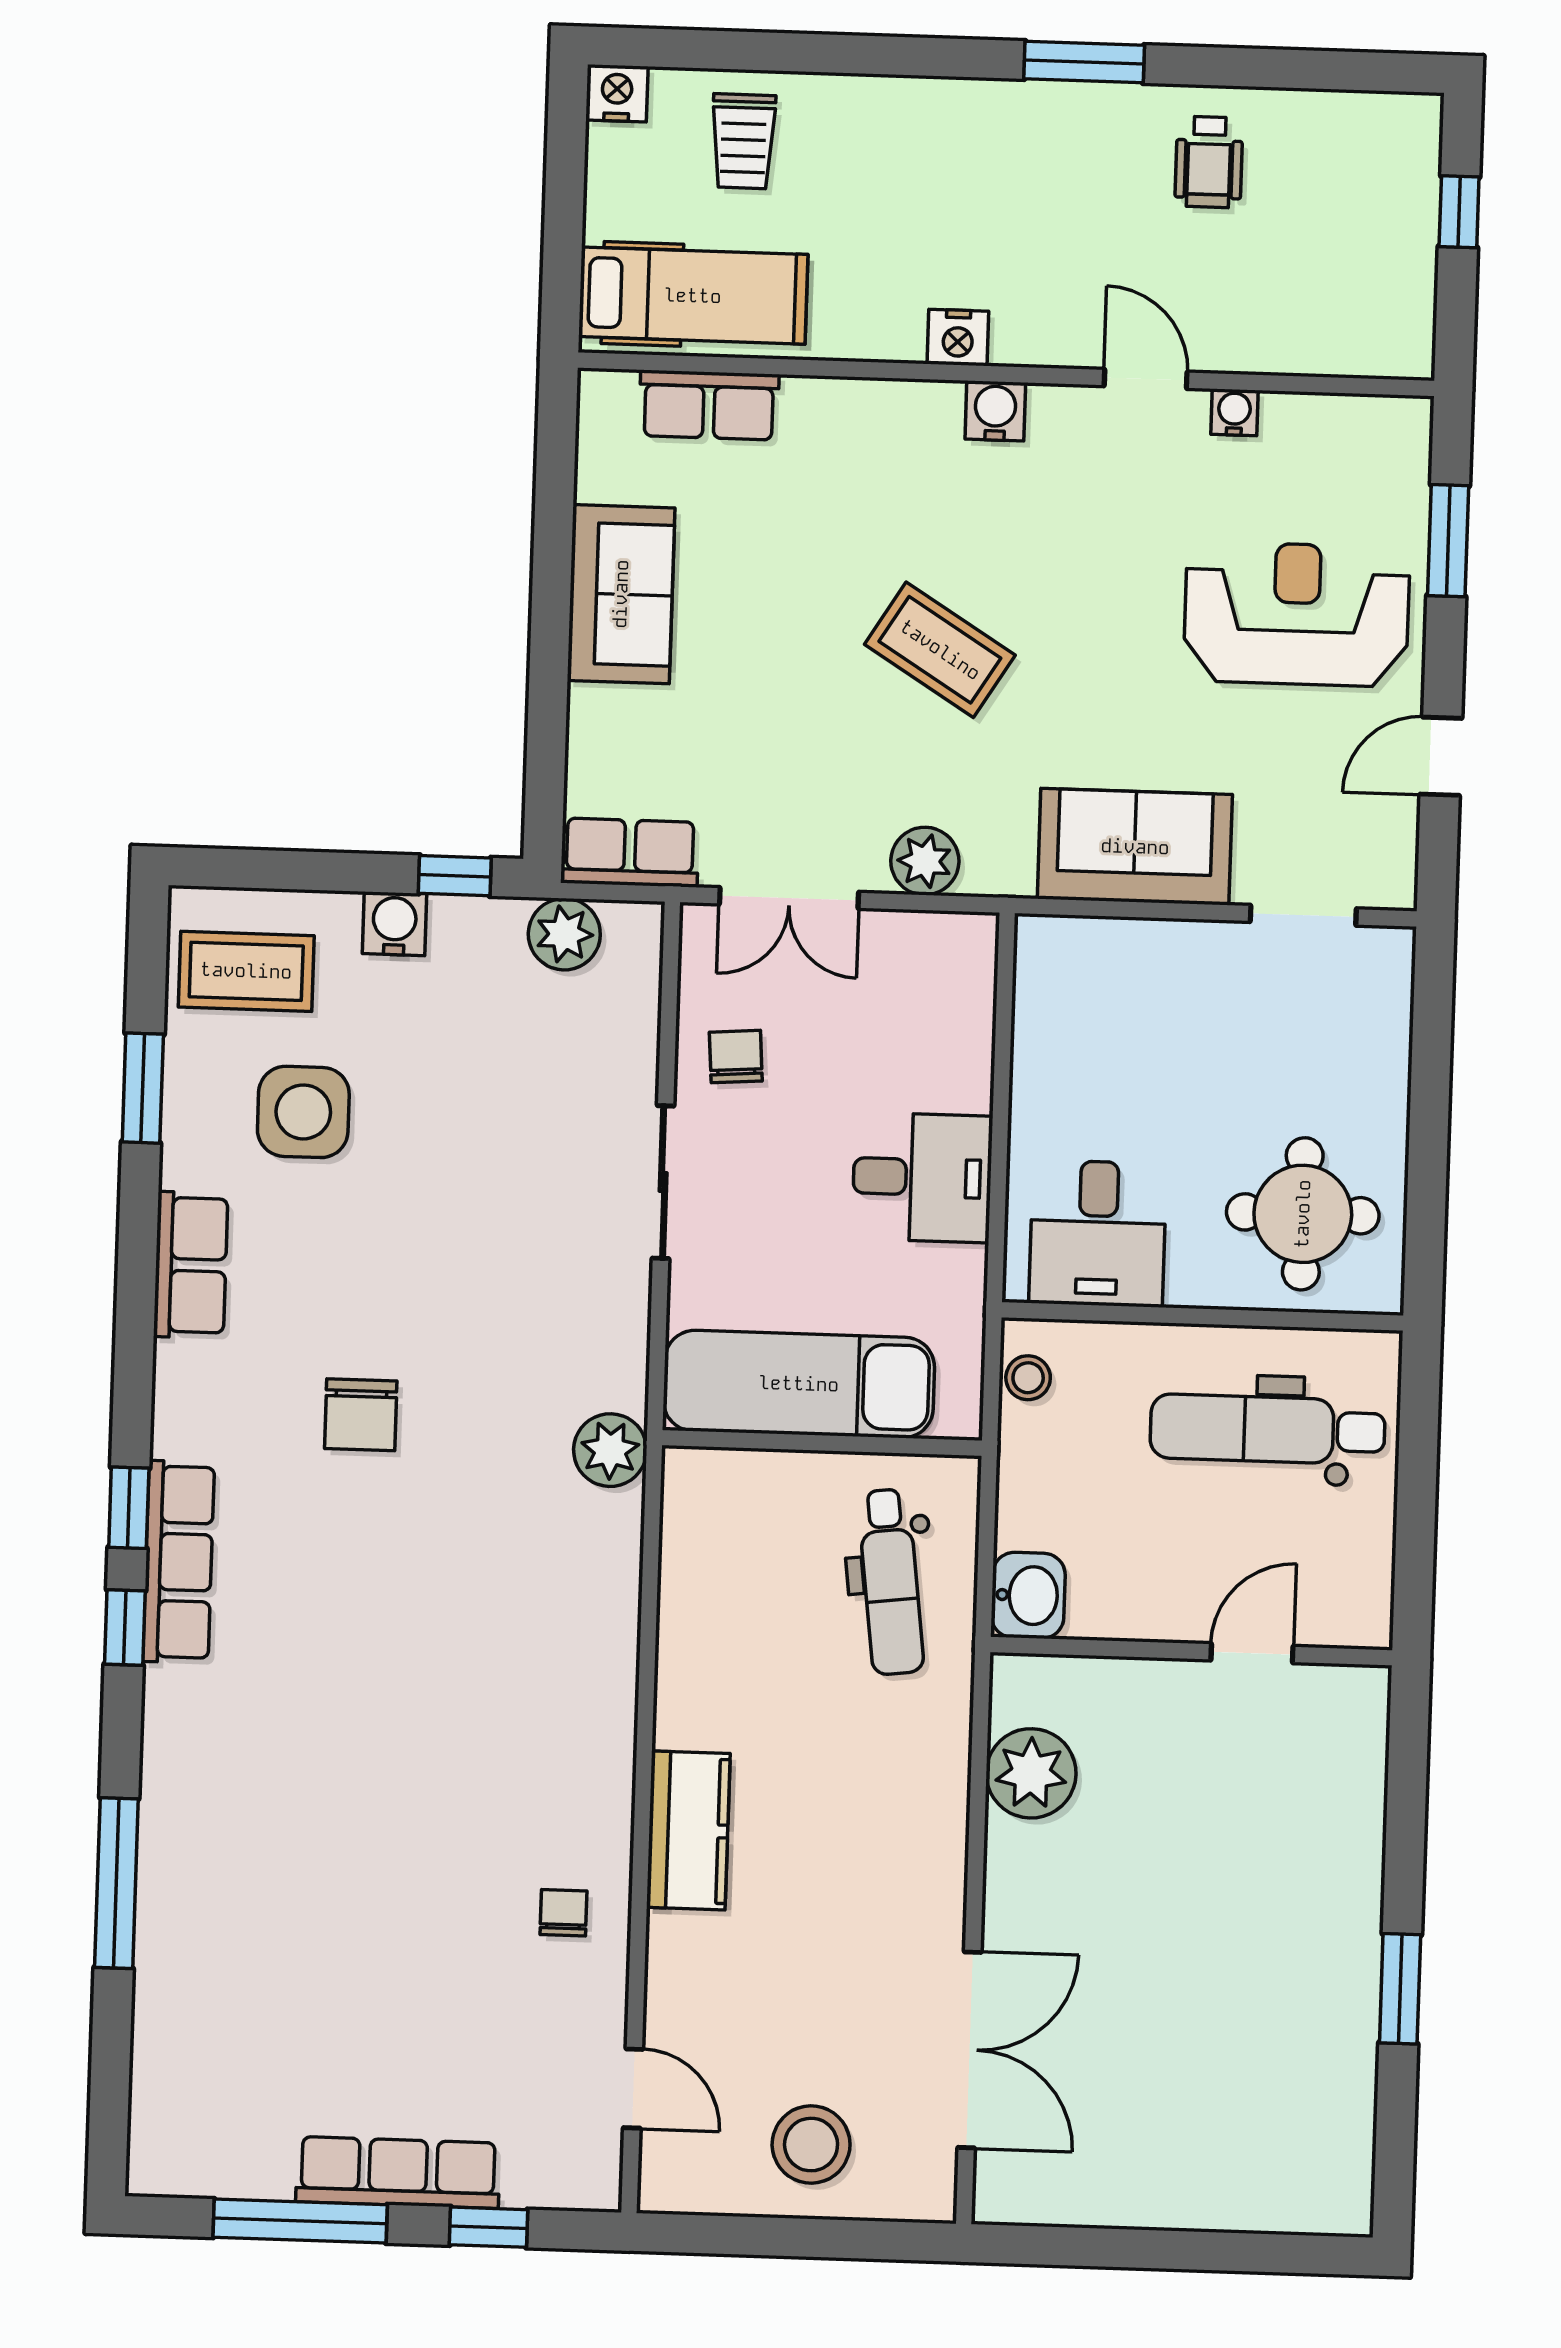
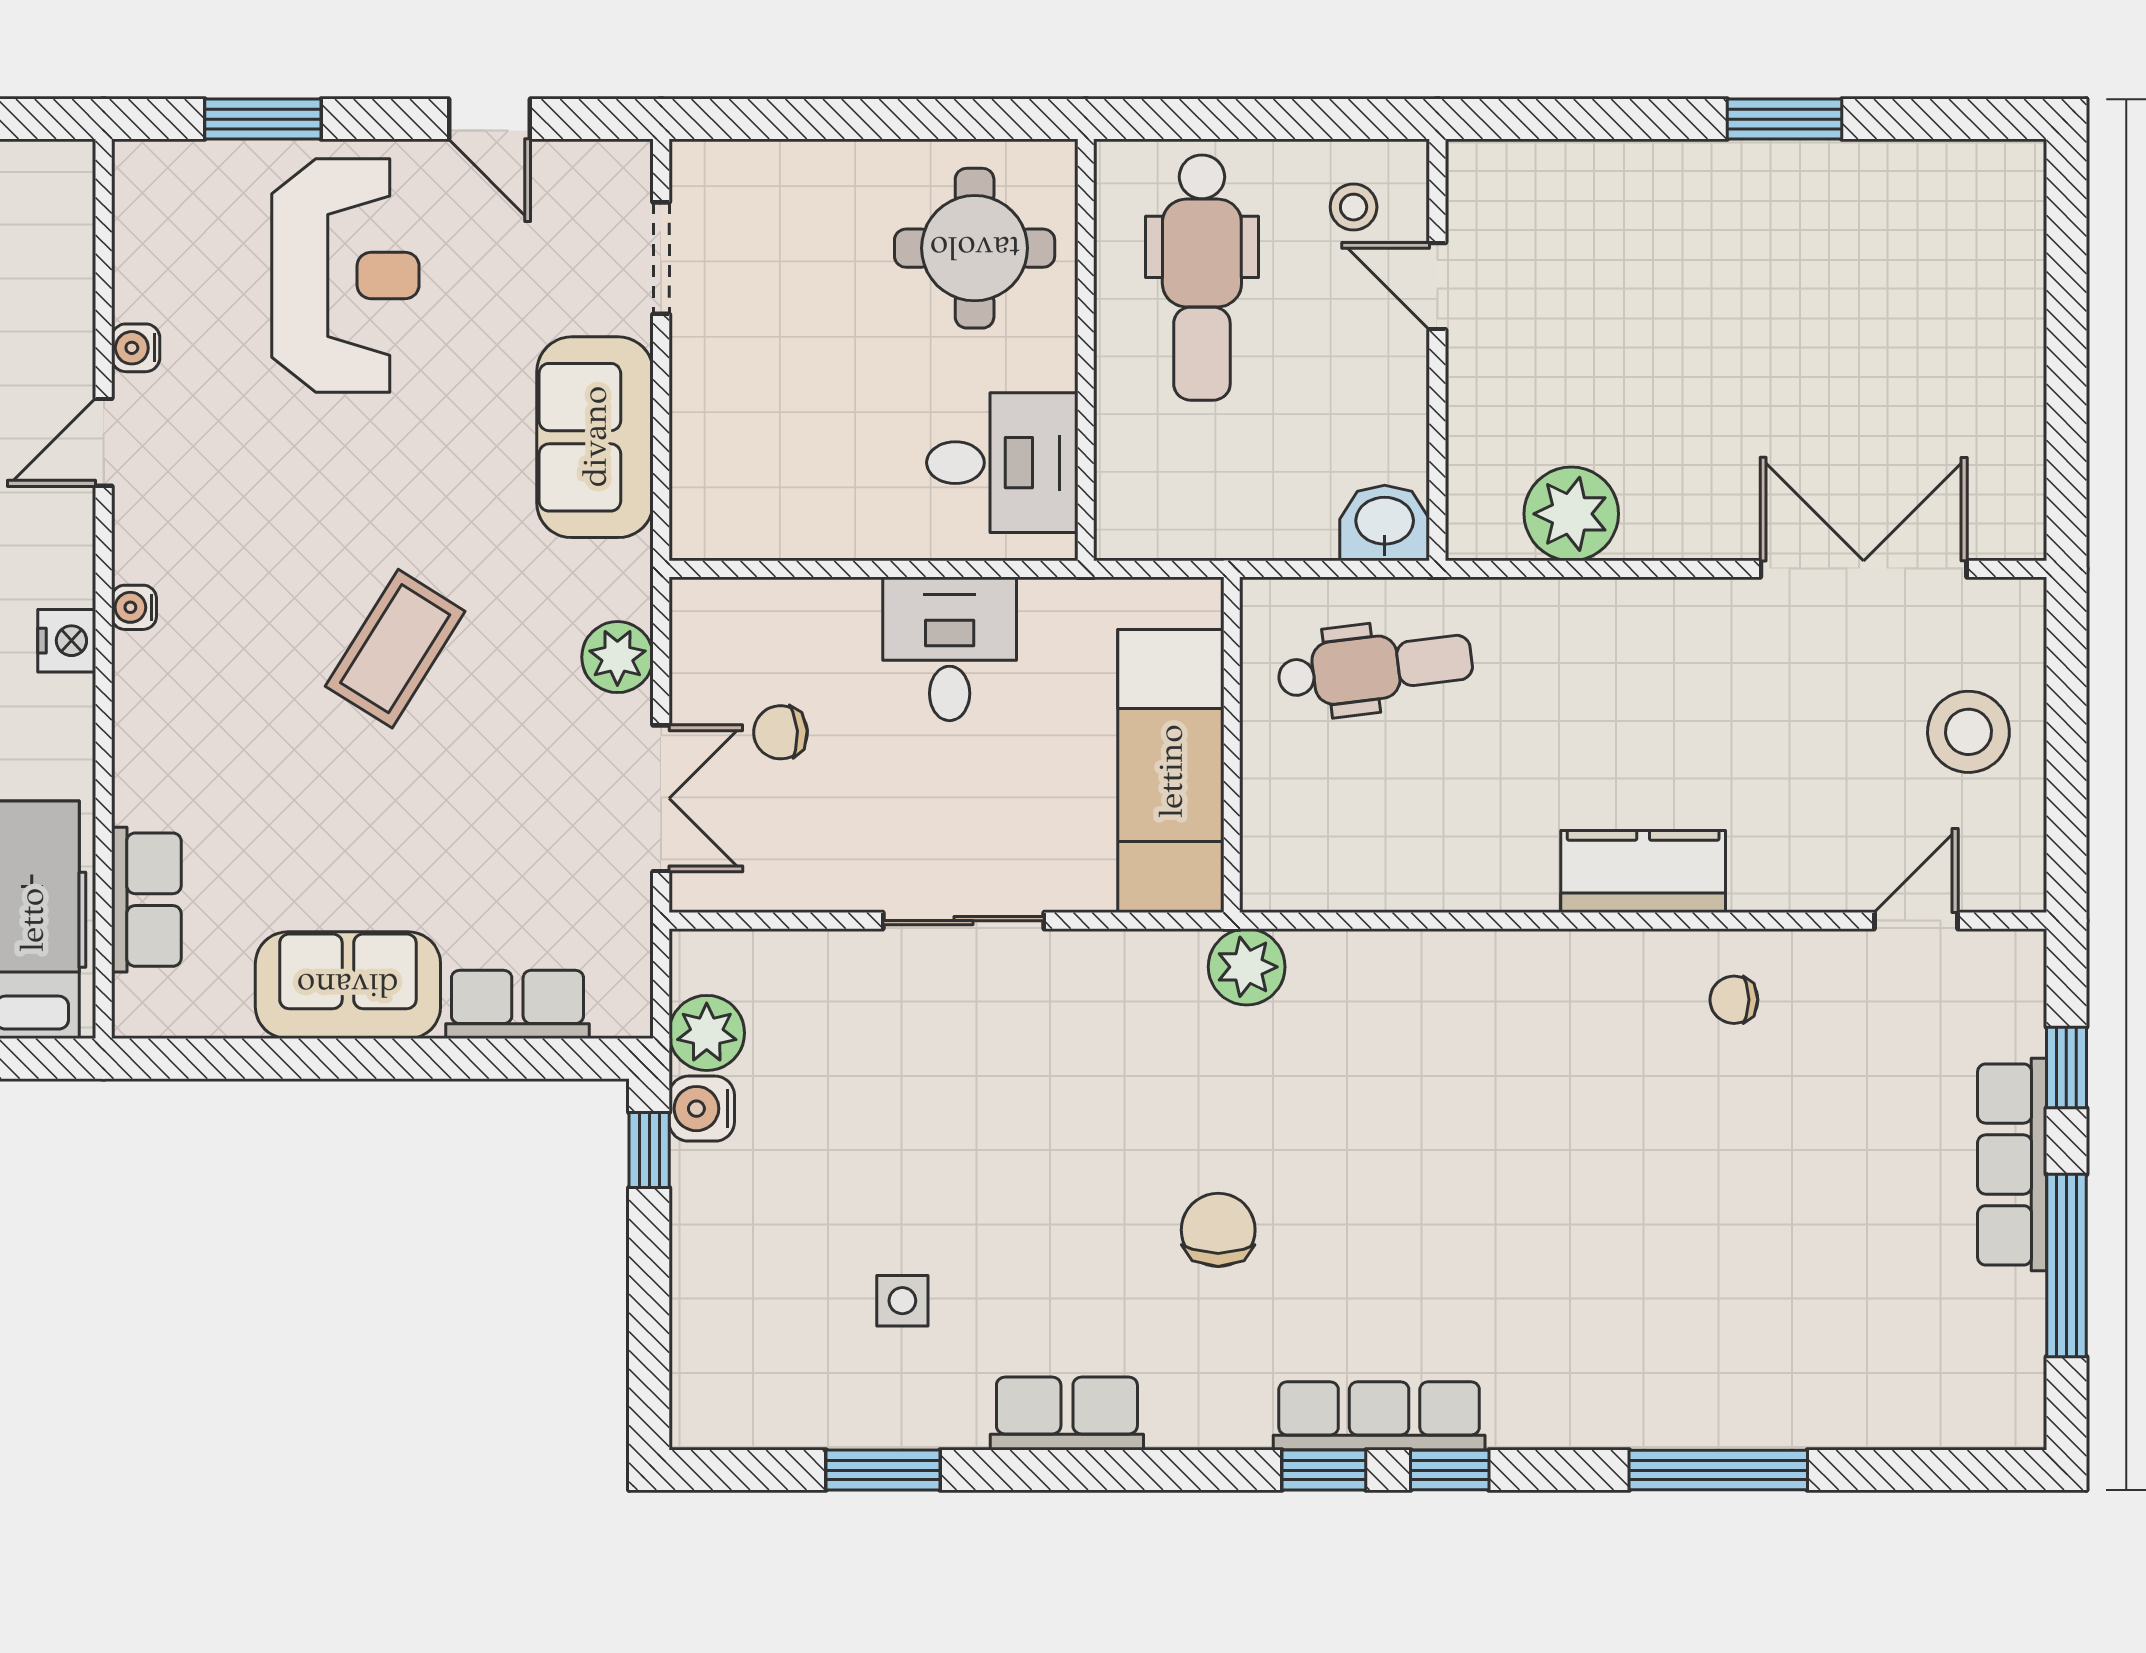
water cooler: (995, 411) -> (134, 607), width x0.72, depth x0.72
reception desk: (1297, 614) -> (345, 276), turned 180
row of seats: (630, 853) -> (517, 1004), moved, turned 90
water cooler: (394, 924) -> (702, 1109), moved
coffee table: (246, 971) -> (757, 1366), removed
chair: (736, 1057) -> (780, 732), moved
side table: (303, 1112) -> (902, 1301), width x0.54, depth x0.54
stool: (1028, 1378) -> (1354, 207), moved
chair: (361, 1415) -> (1218, 1230), turned -90

